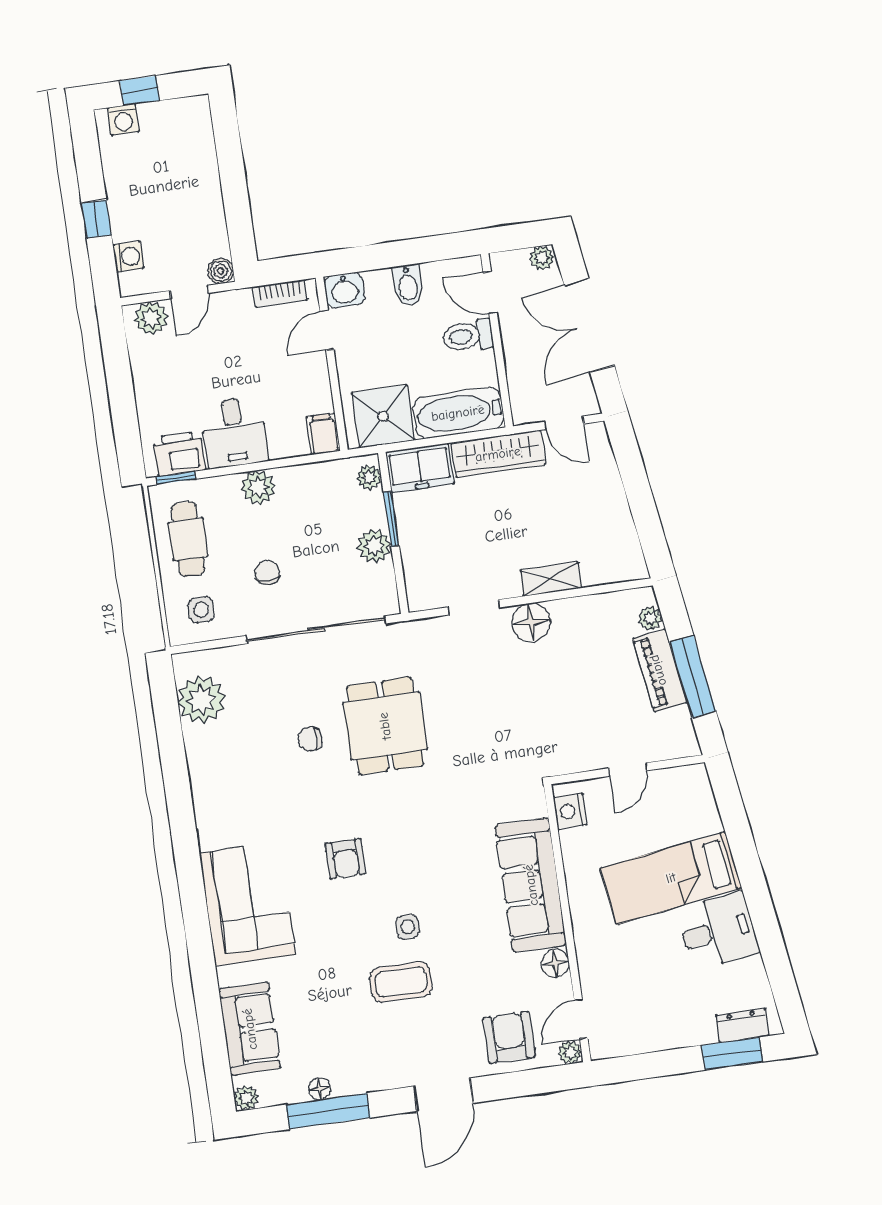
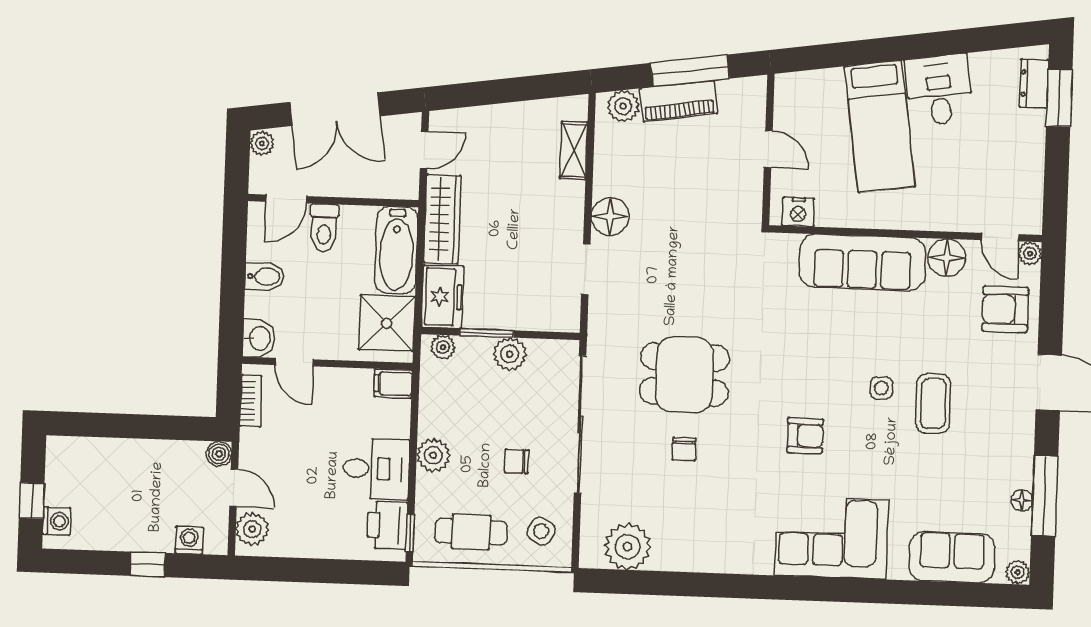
shelving: (551, 579) -> (574, 150), moved
side table: (201, 610) -> (541, 531), turned 30
plant: (650, 618) -> (623, 106), width x1.38, depth x1.38
floor lamp: (555, 963) -> (947, 258), width x1.38, depth x1.38

